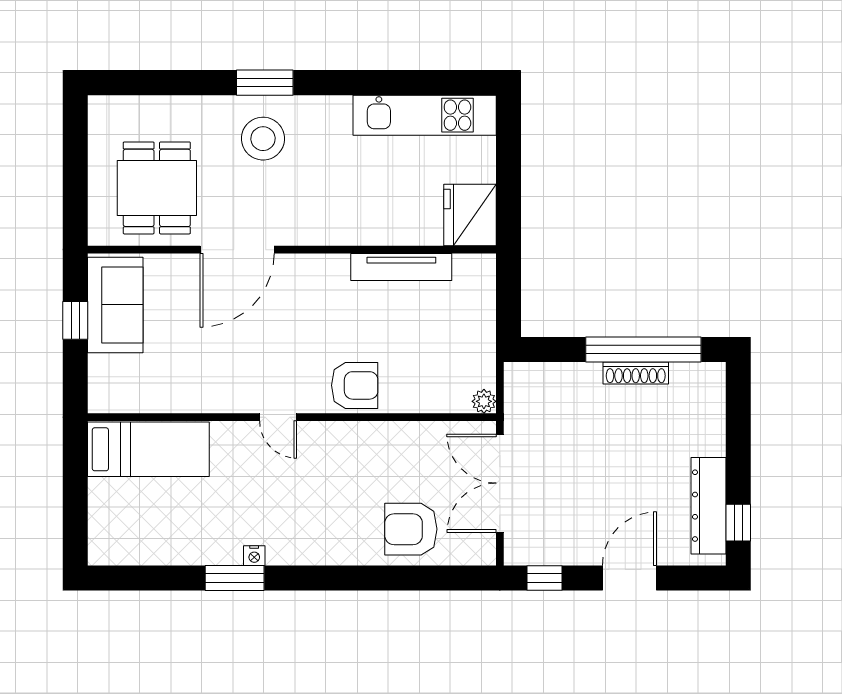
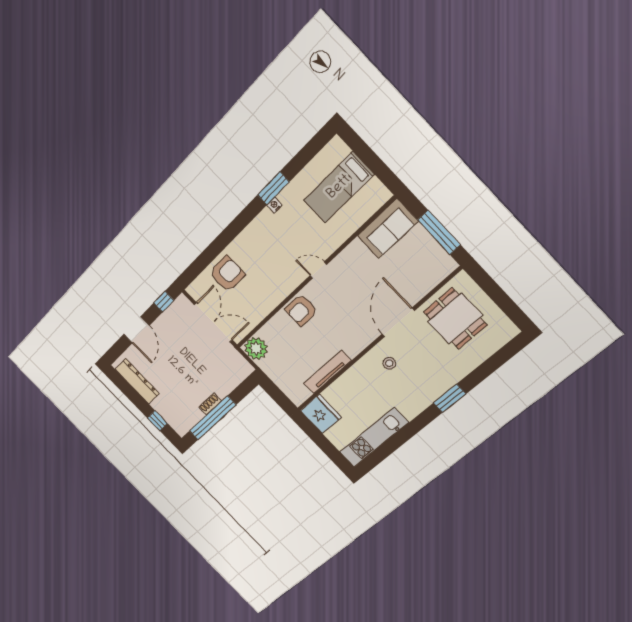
stool: (263, 139) -> (389, 363), moved, width x0.53, depth x0.53
sofa: (115, 305) -> (388, 229), moved, turned -90
window: (75, 320) -> (439, 232), width x2.17
shoe rack: (636, 373) -> (210, 404), width x0.70
plant: (484, 401) -> (256, 349), width x1.88, depth x1.88
bed: (148, 449) -> (339, 187), moved
window: (738, 523) -> (157, 421), moved

